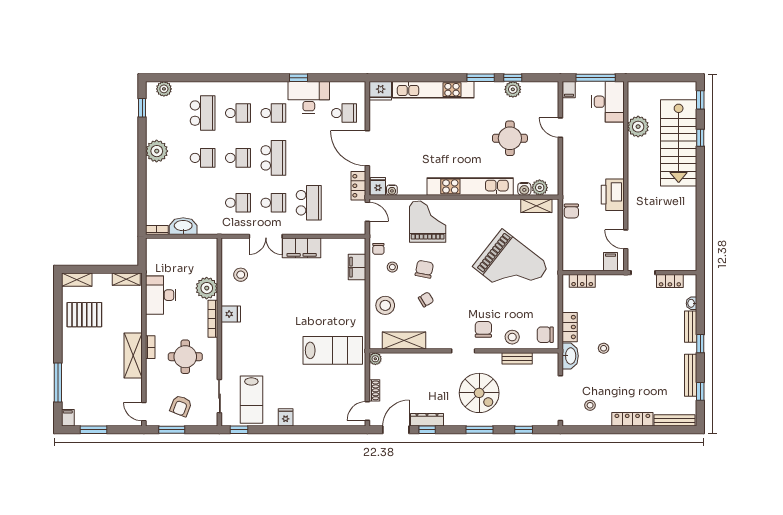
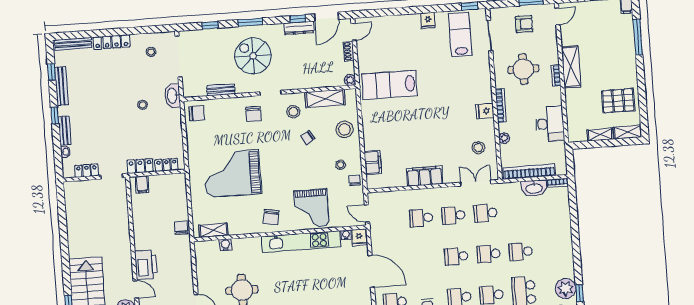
plant: (157, 151) -> (566, 289), moved
school desk: (273, 158) -> (456, 256), width x0.54
locker: (358, 186) -> (377, 237), removed
kitchen unit: (470, 186) -> (301, 242), moved
plant: (540, 188) -> (212, 247), removed
printer: (613, 195) -> (146, 265), moved
school desk: (309, 203) -> (421, 218), width x0.54
double door: (266, 236) -> (476, 183), moved
door: (626, 239) -> (136, 289), moved
bookcase: (187, 244) -> (529, 172), added
grand piano: (511, 266) -> (232, 174), turned -38
chair: (424, 269) -> (271, 217), moved
shelving: (126, 279) -> (600, 135), moved
plant: (207, 288) -> (504, 138), width x0.53, depth x0.53
locker: (570, 327) -> (140, 166), moved, turned 90
stool: (512, 337) -> (293, 112), moved
armchair: (181, 406) -> (524, 24), turned 69
door: (144, 412) -> (557, 16), hinge flipped

